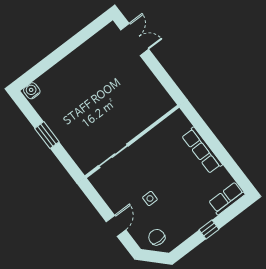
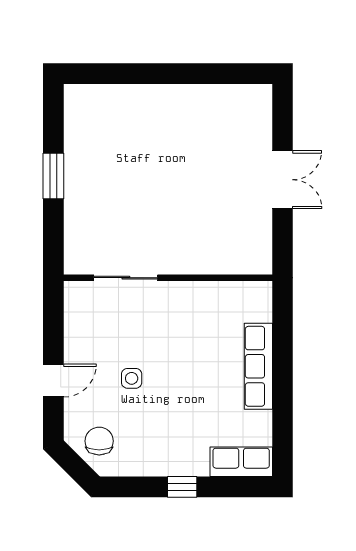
double door: (135, 40) -> (282, 180), moved
water cooler: (32, 91) -> (80, 96), removed

